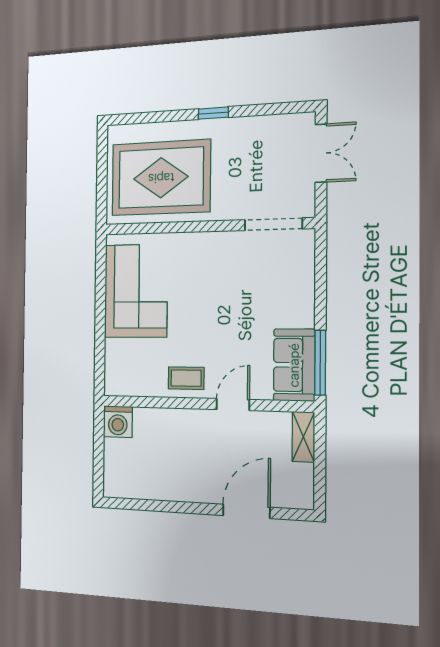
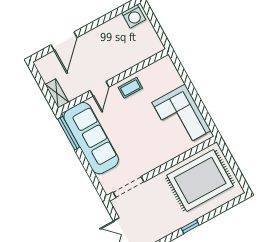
sofa: (294, 365) -> (91, 138), width x1.85, depth x1.27
washing machine: (118, 422) -> (134, 16), moved, turned 180

